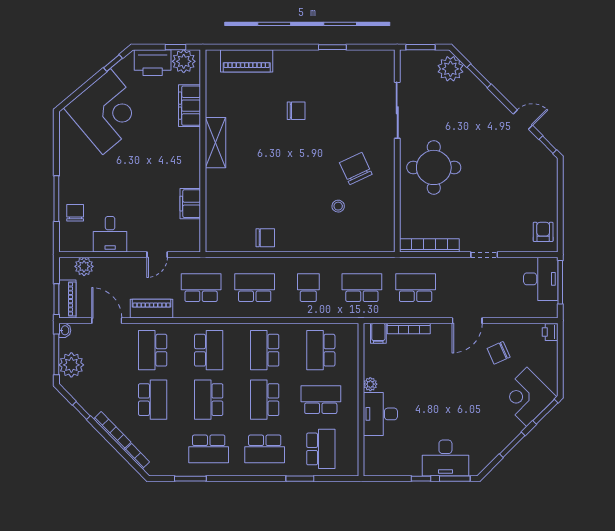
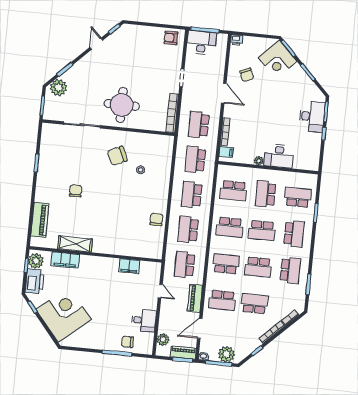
shelving: (216, 143) -> (75, 244), moved
school desk: (308, 288) -> (192, 195), width x1.85

